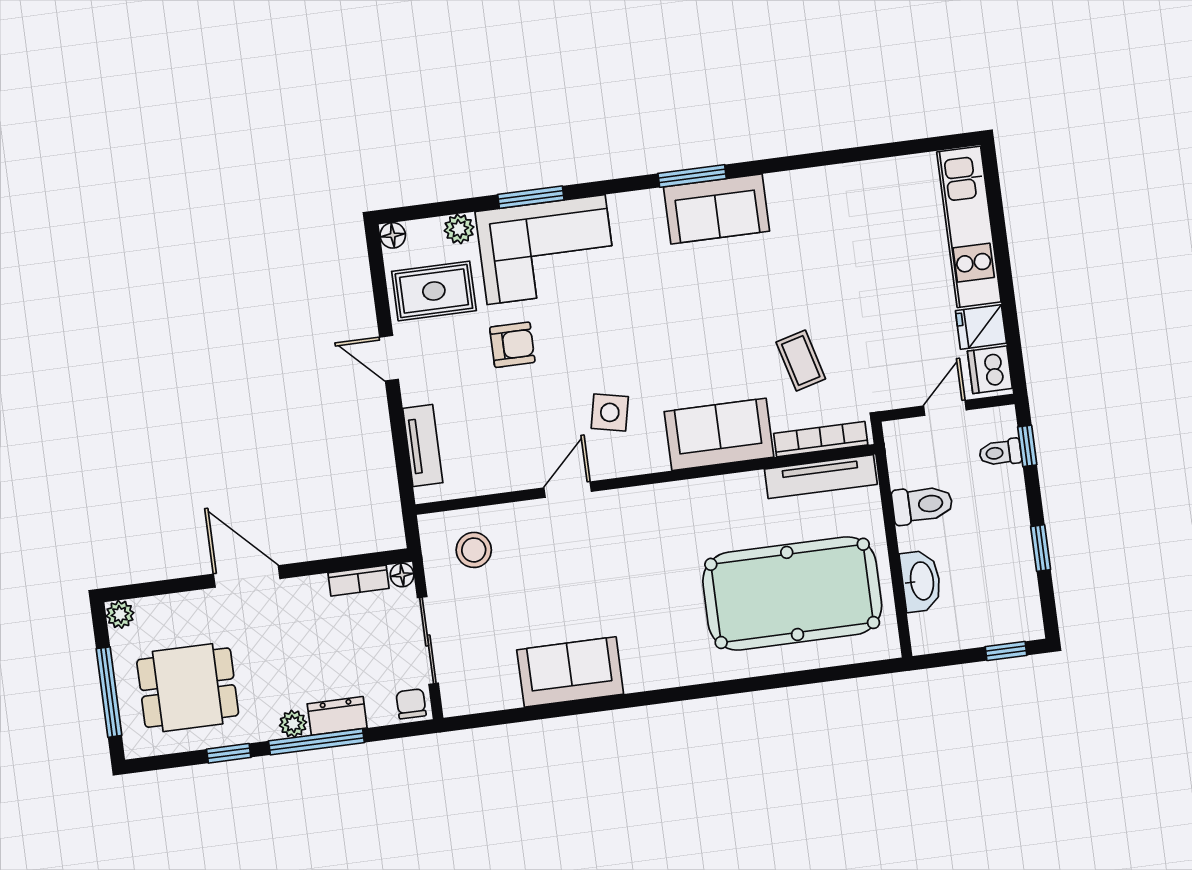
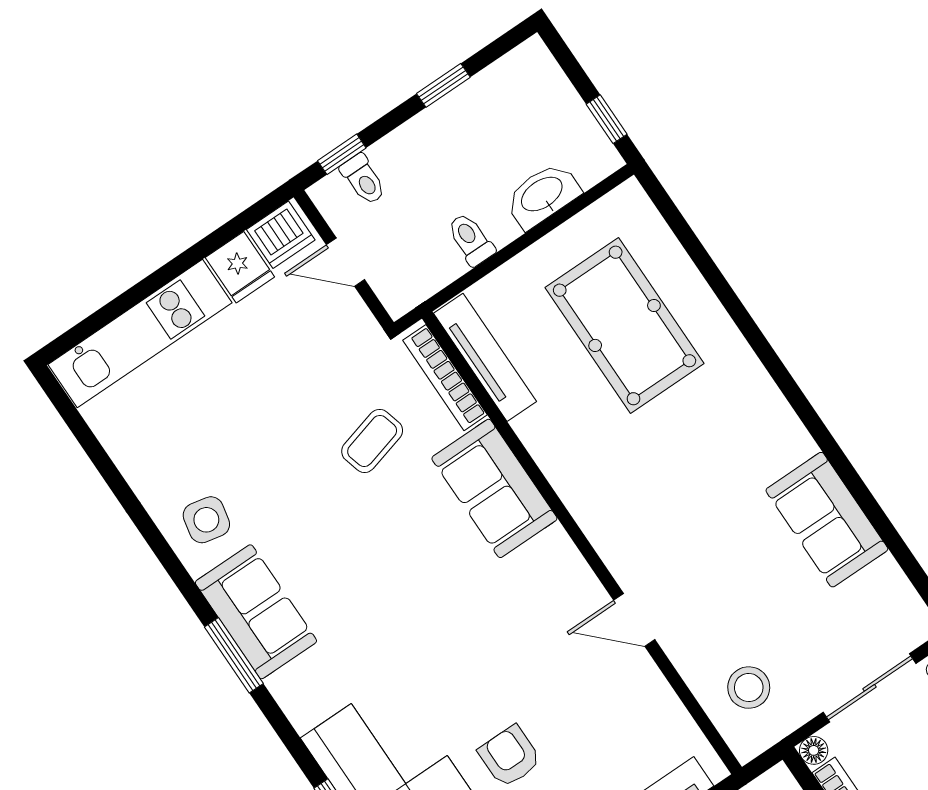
side table: (610, 412) -> (206, 520), moved
toilet: (922, 505) -> (471, 239), width x0.73, depth x0.72
pool table: (792, 593) -> (625, 325), width x0.73, depth x0.76
window: (1006, 651) -> (607, 119), moved

